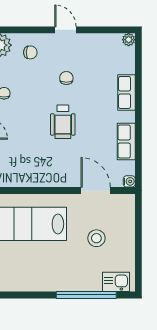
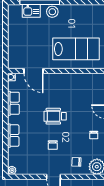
wheelchair: (63, 122) -> (55, 116), turned -90
stool: (96, 238) -> (52, 12), moved
kitchen sink: (116, 282) -> (31, 11), moved

